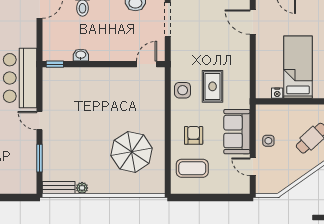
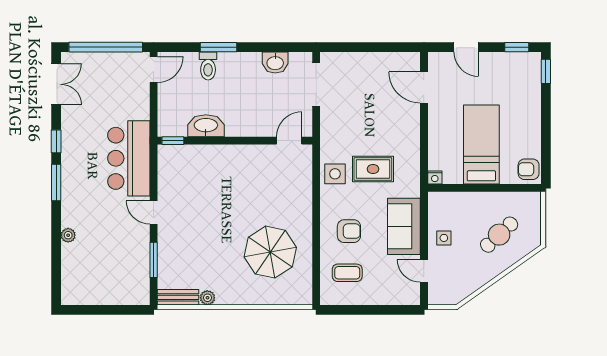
washbasin: (81, 55) -> (206, 126), width x1.91, depth x1.45
rug: (213, 86) -> (373, 169), turned 90
nightstand: (277, 93) -> (435, 177), moved
armchair: (194, 135) -> (349, 231), turned 90
coffee table: (192, 168) -> (347, 273), width x0.73, depth x0.77

